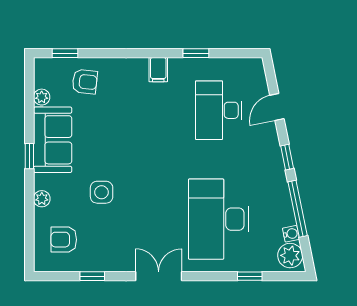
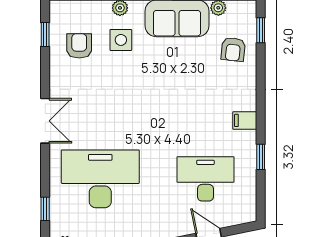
side table: (102, 192) -> (121, 40), moved
armchair: (64, 240) -> (79, 46), moved
window: (92, 276) -> (45, 35), moved

